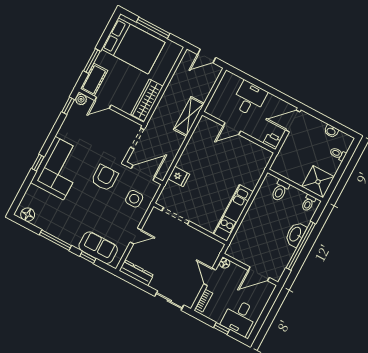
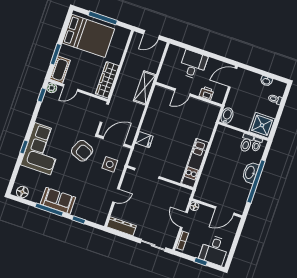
printer: (272, 141) -> (206, 93), moved
bidet: (279, 164) -> (227, 116), added
armchair: (105, 178) -> (82, 151), turned 113
toilet: (280, 190) -> (246, 143), moved
sofa: (98, 248) -> (58, 201), moved

